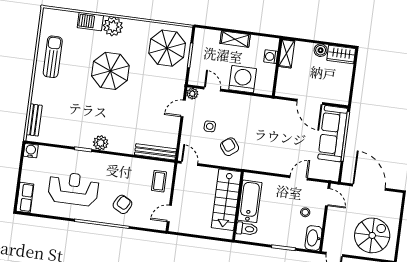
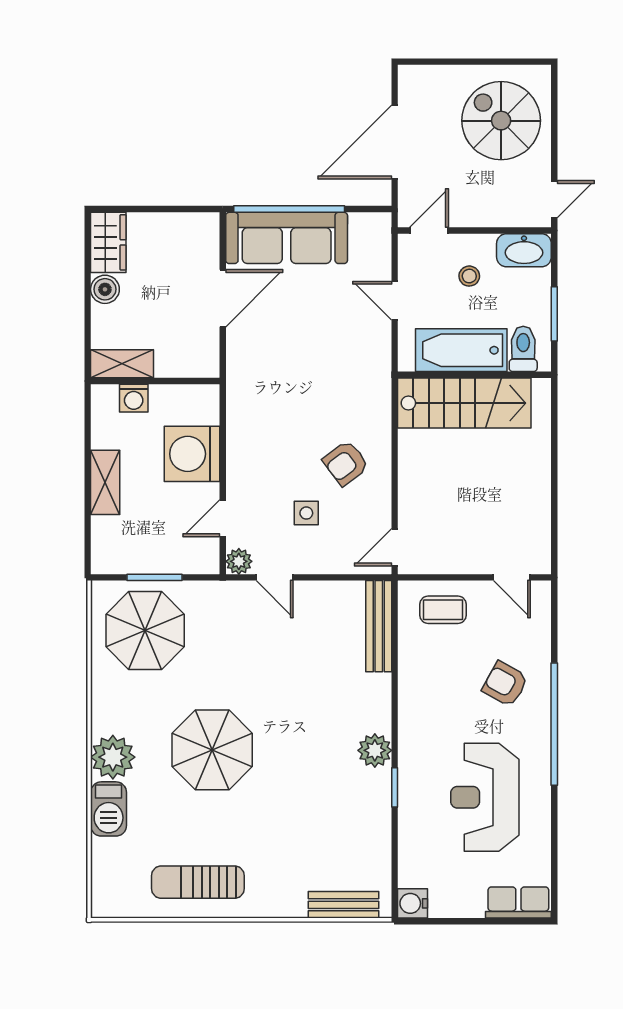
stairs: (226, 200) -> (464, 403), moved
bathtub: (250, 201) -> (461, 350), moved
wall: (238, 206) -> (474, 375), moved
toilet: (247, 229) -> (523, 349), moved

